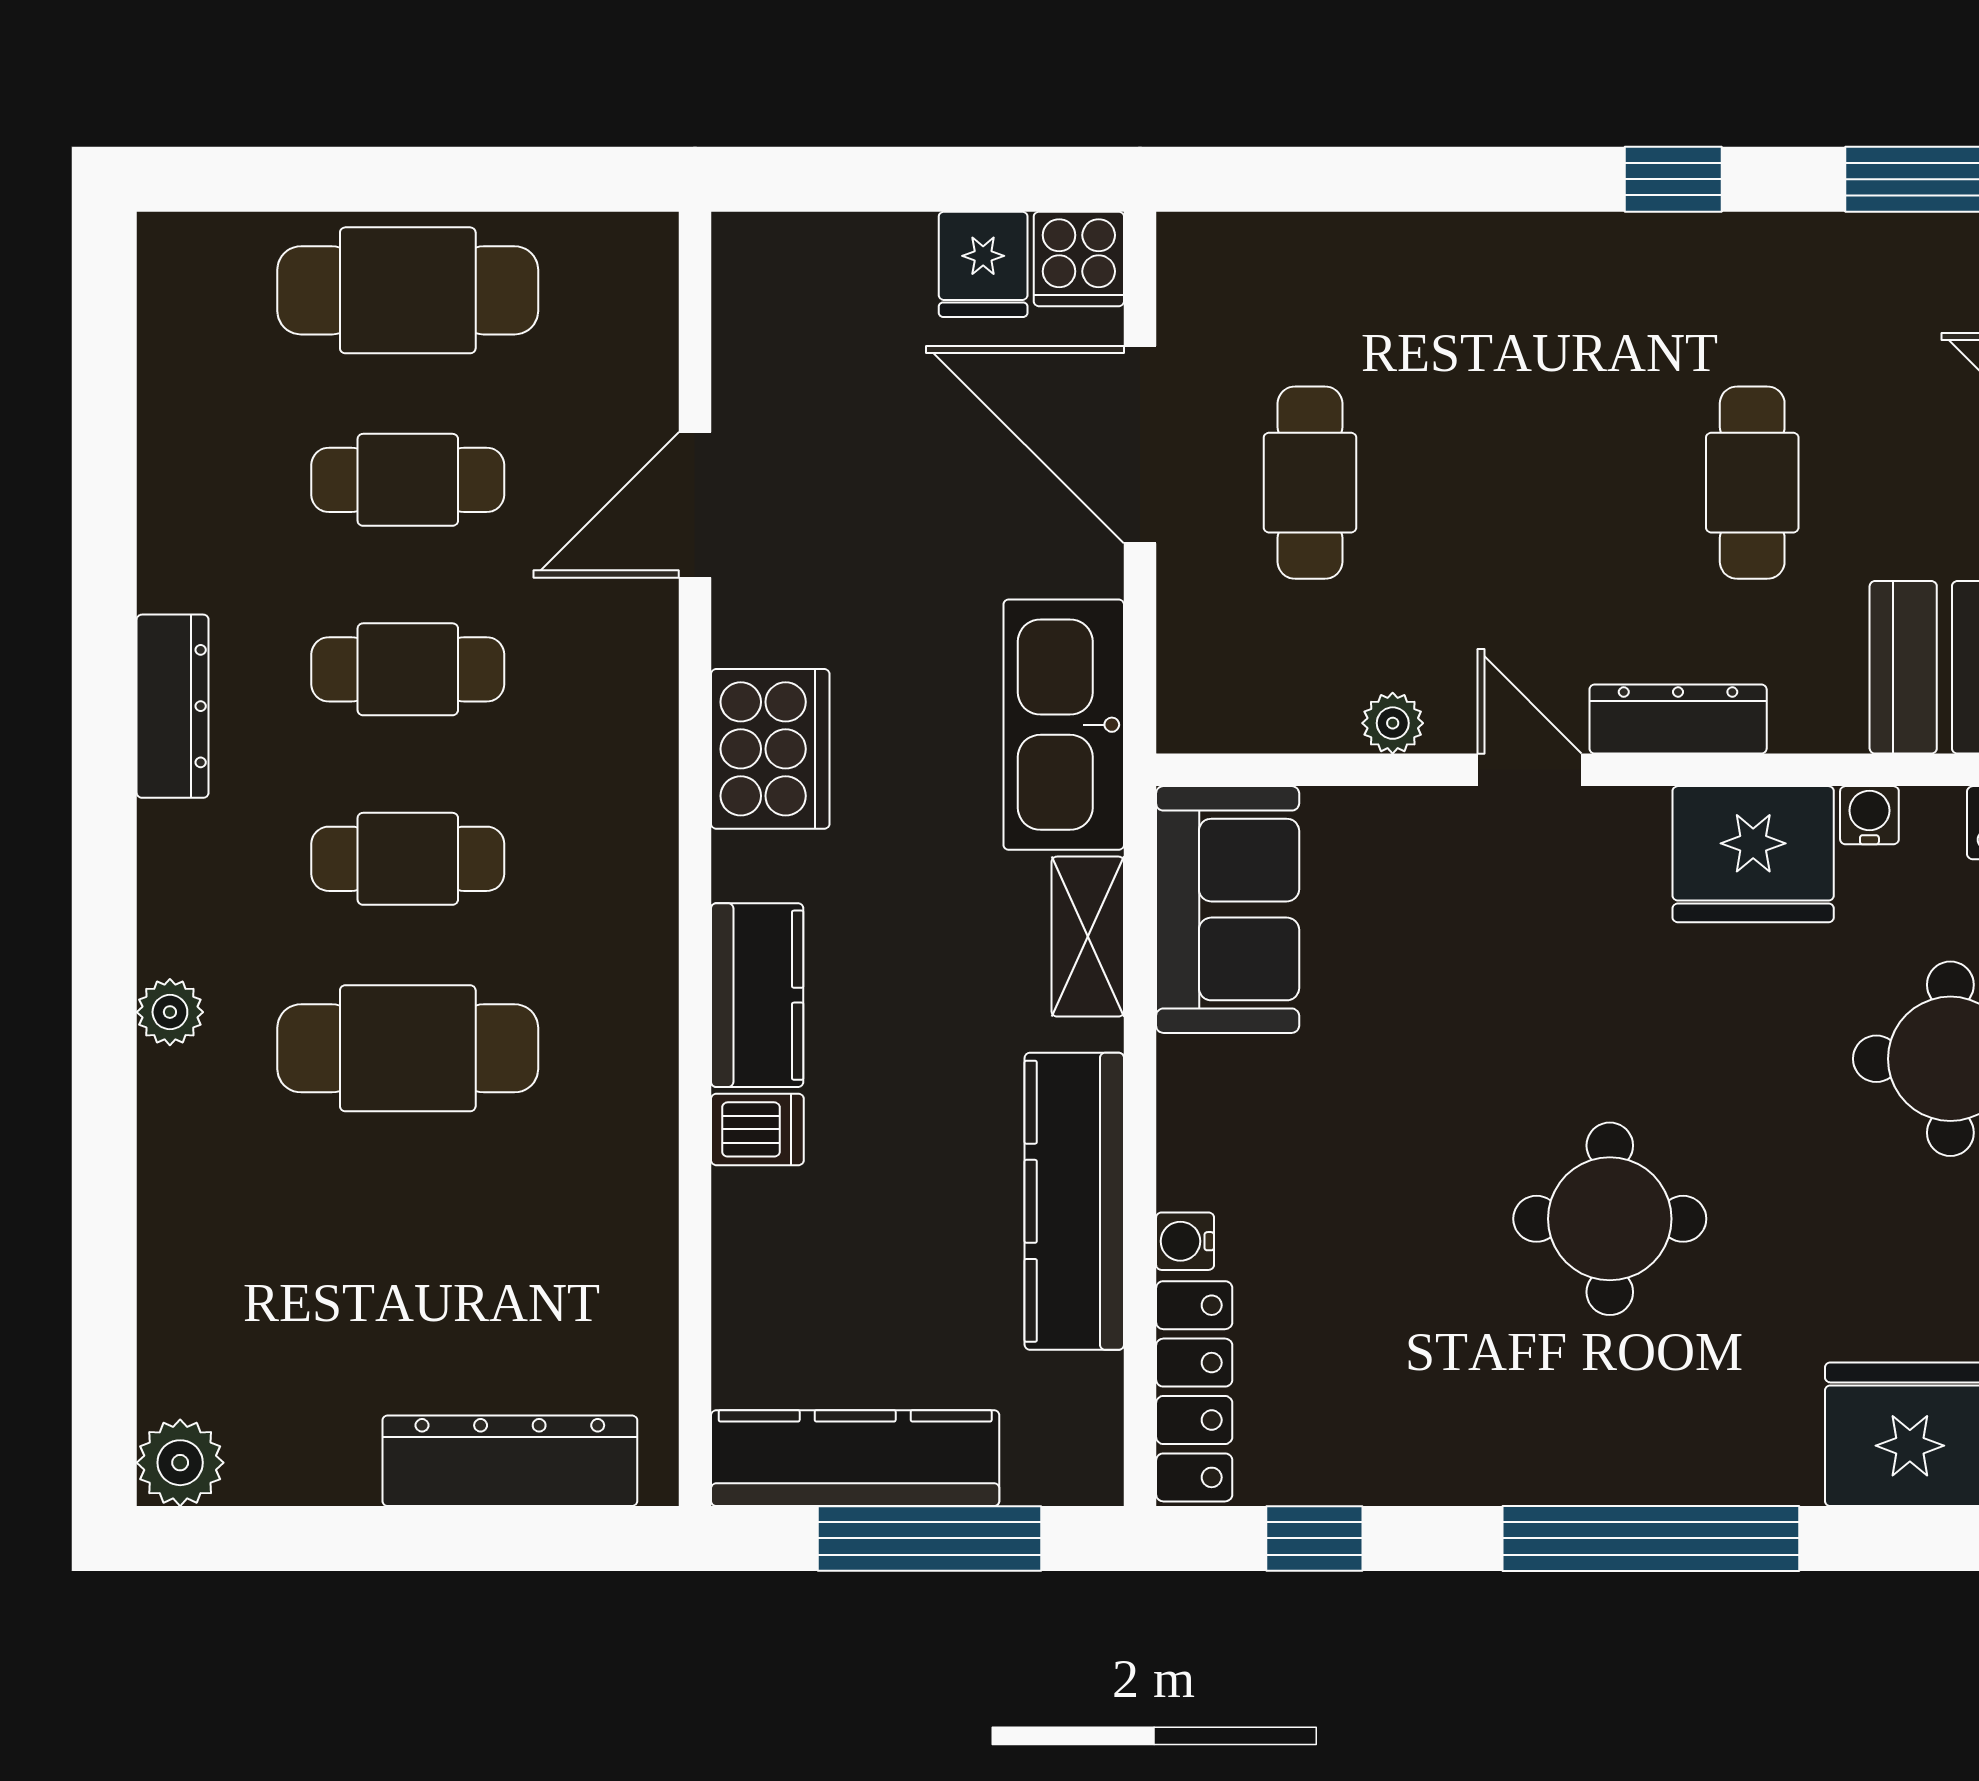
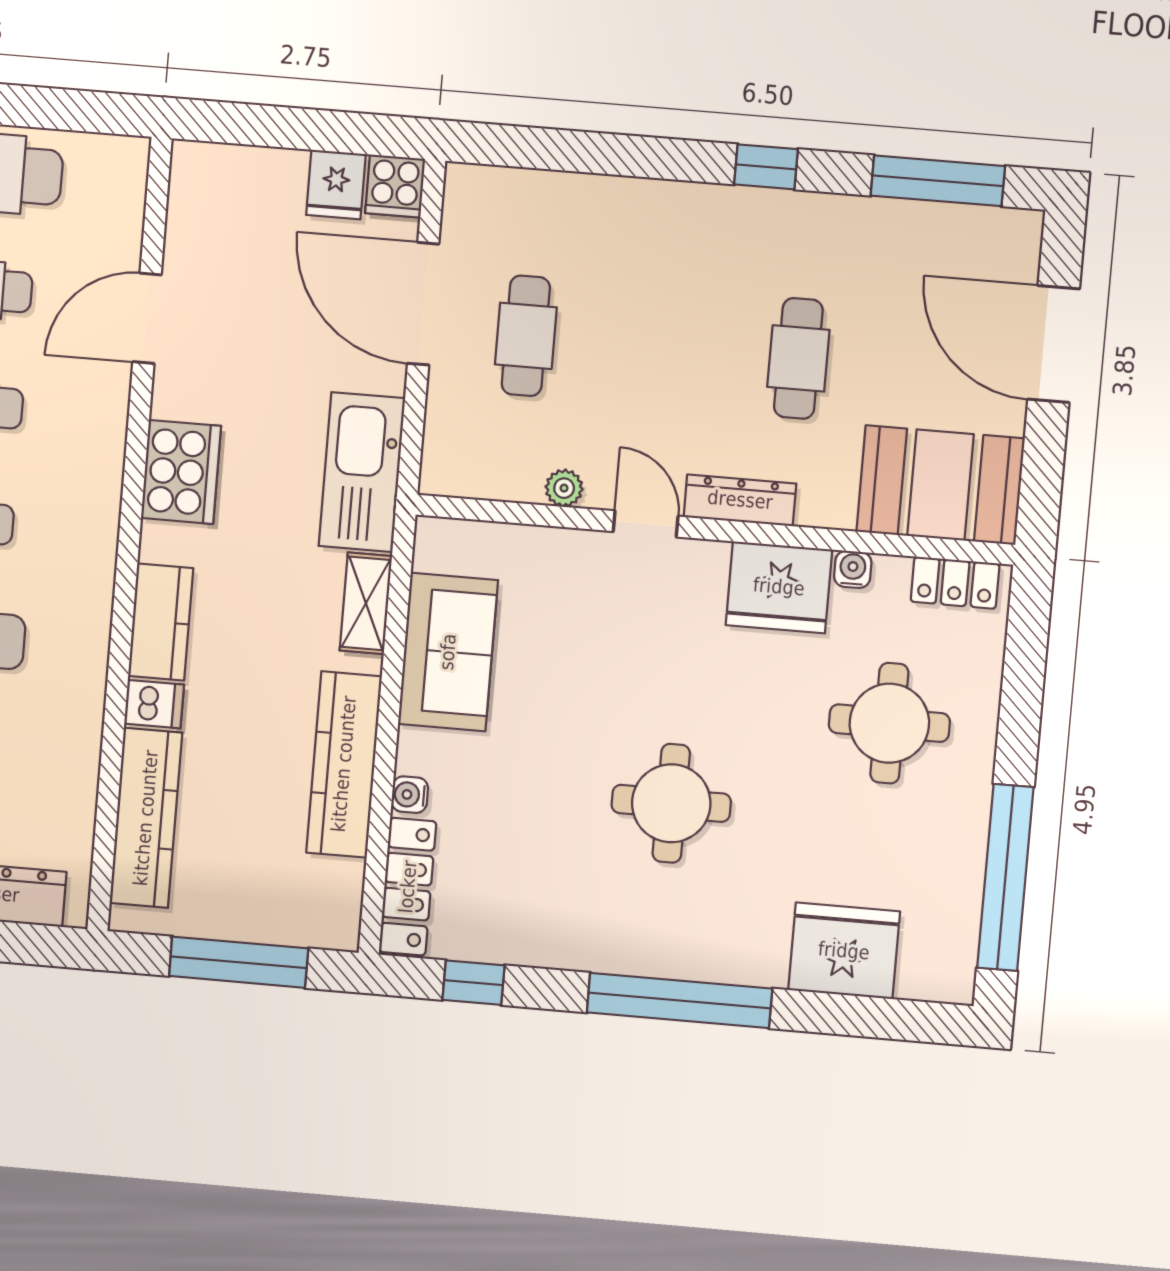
sofa: (1228, 910) -> (448, 652), moved
kitchen counter: (855, 1458) -> (146, 818), moved, turned 90

